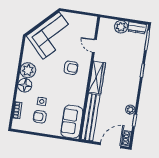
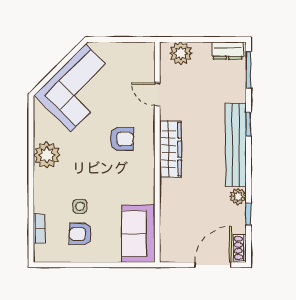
plant: (121, 27) -> (181, 53), moved
floor lamp: (25, 85) -> (46, 182), removed
bench: (91, 117) -> (236, 145), moved

